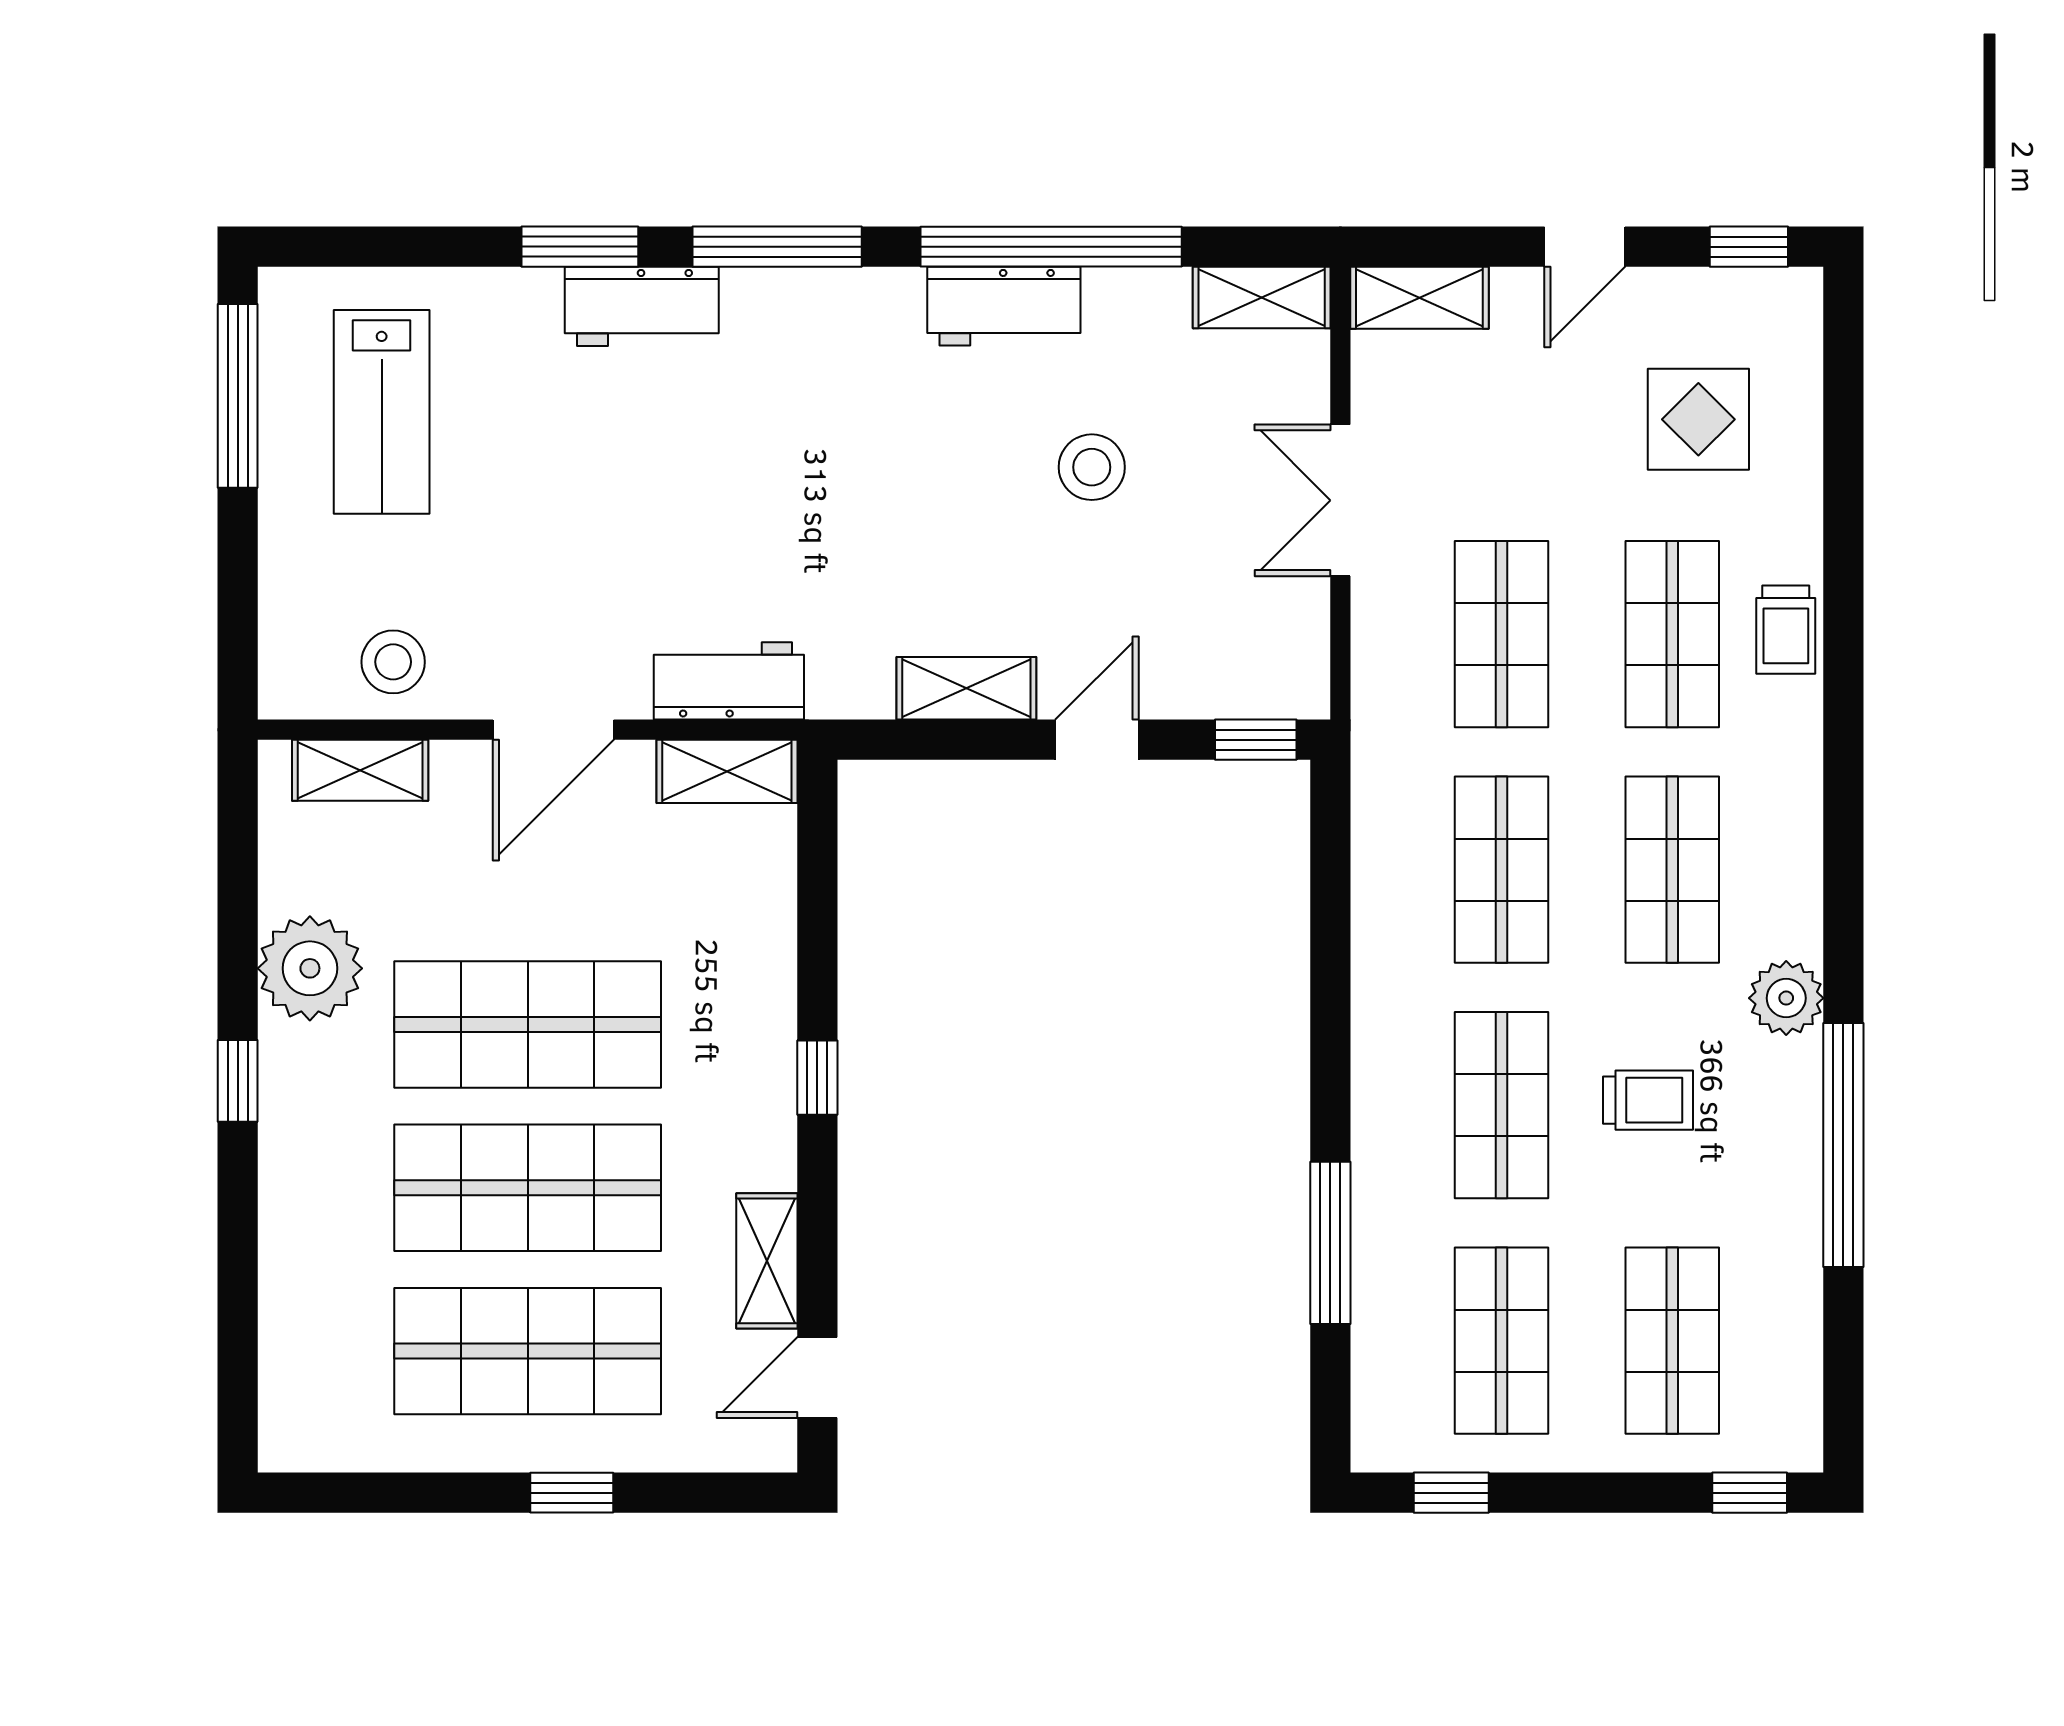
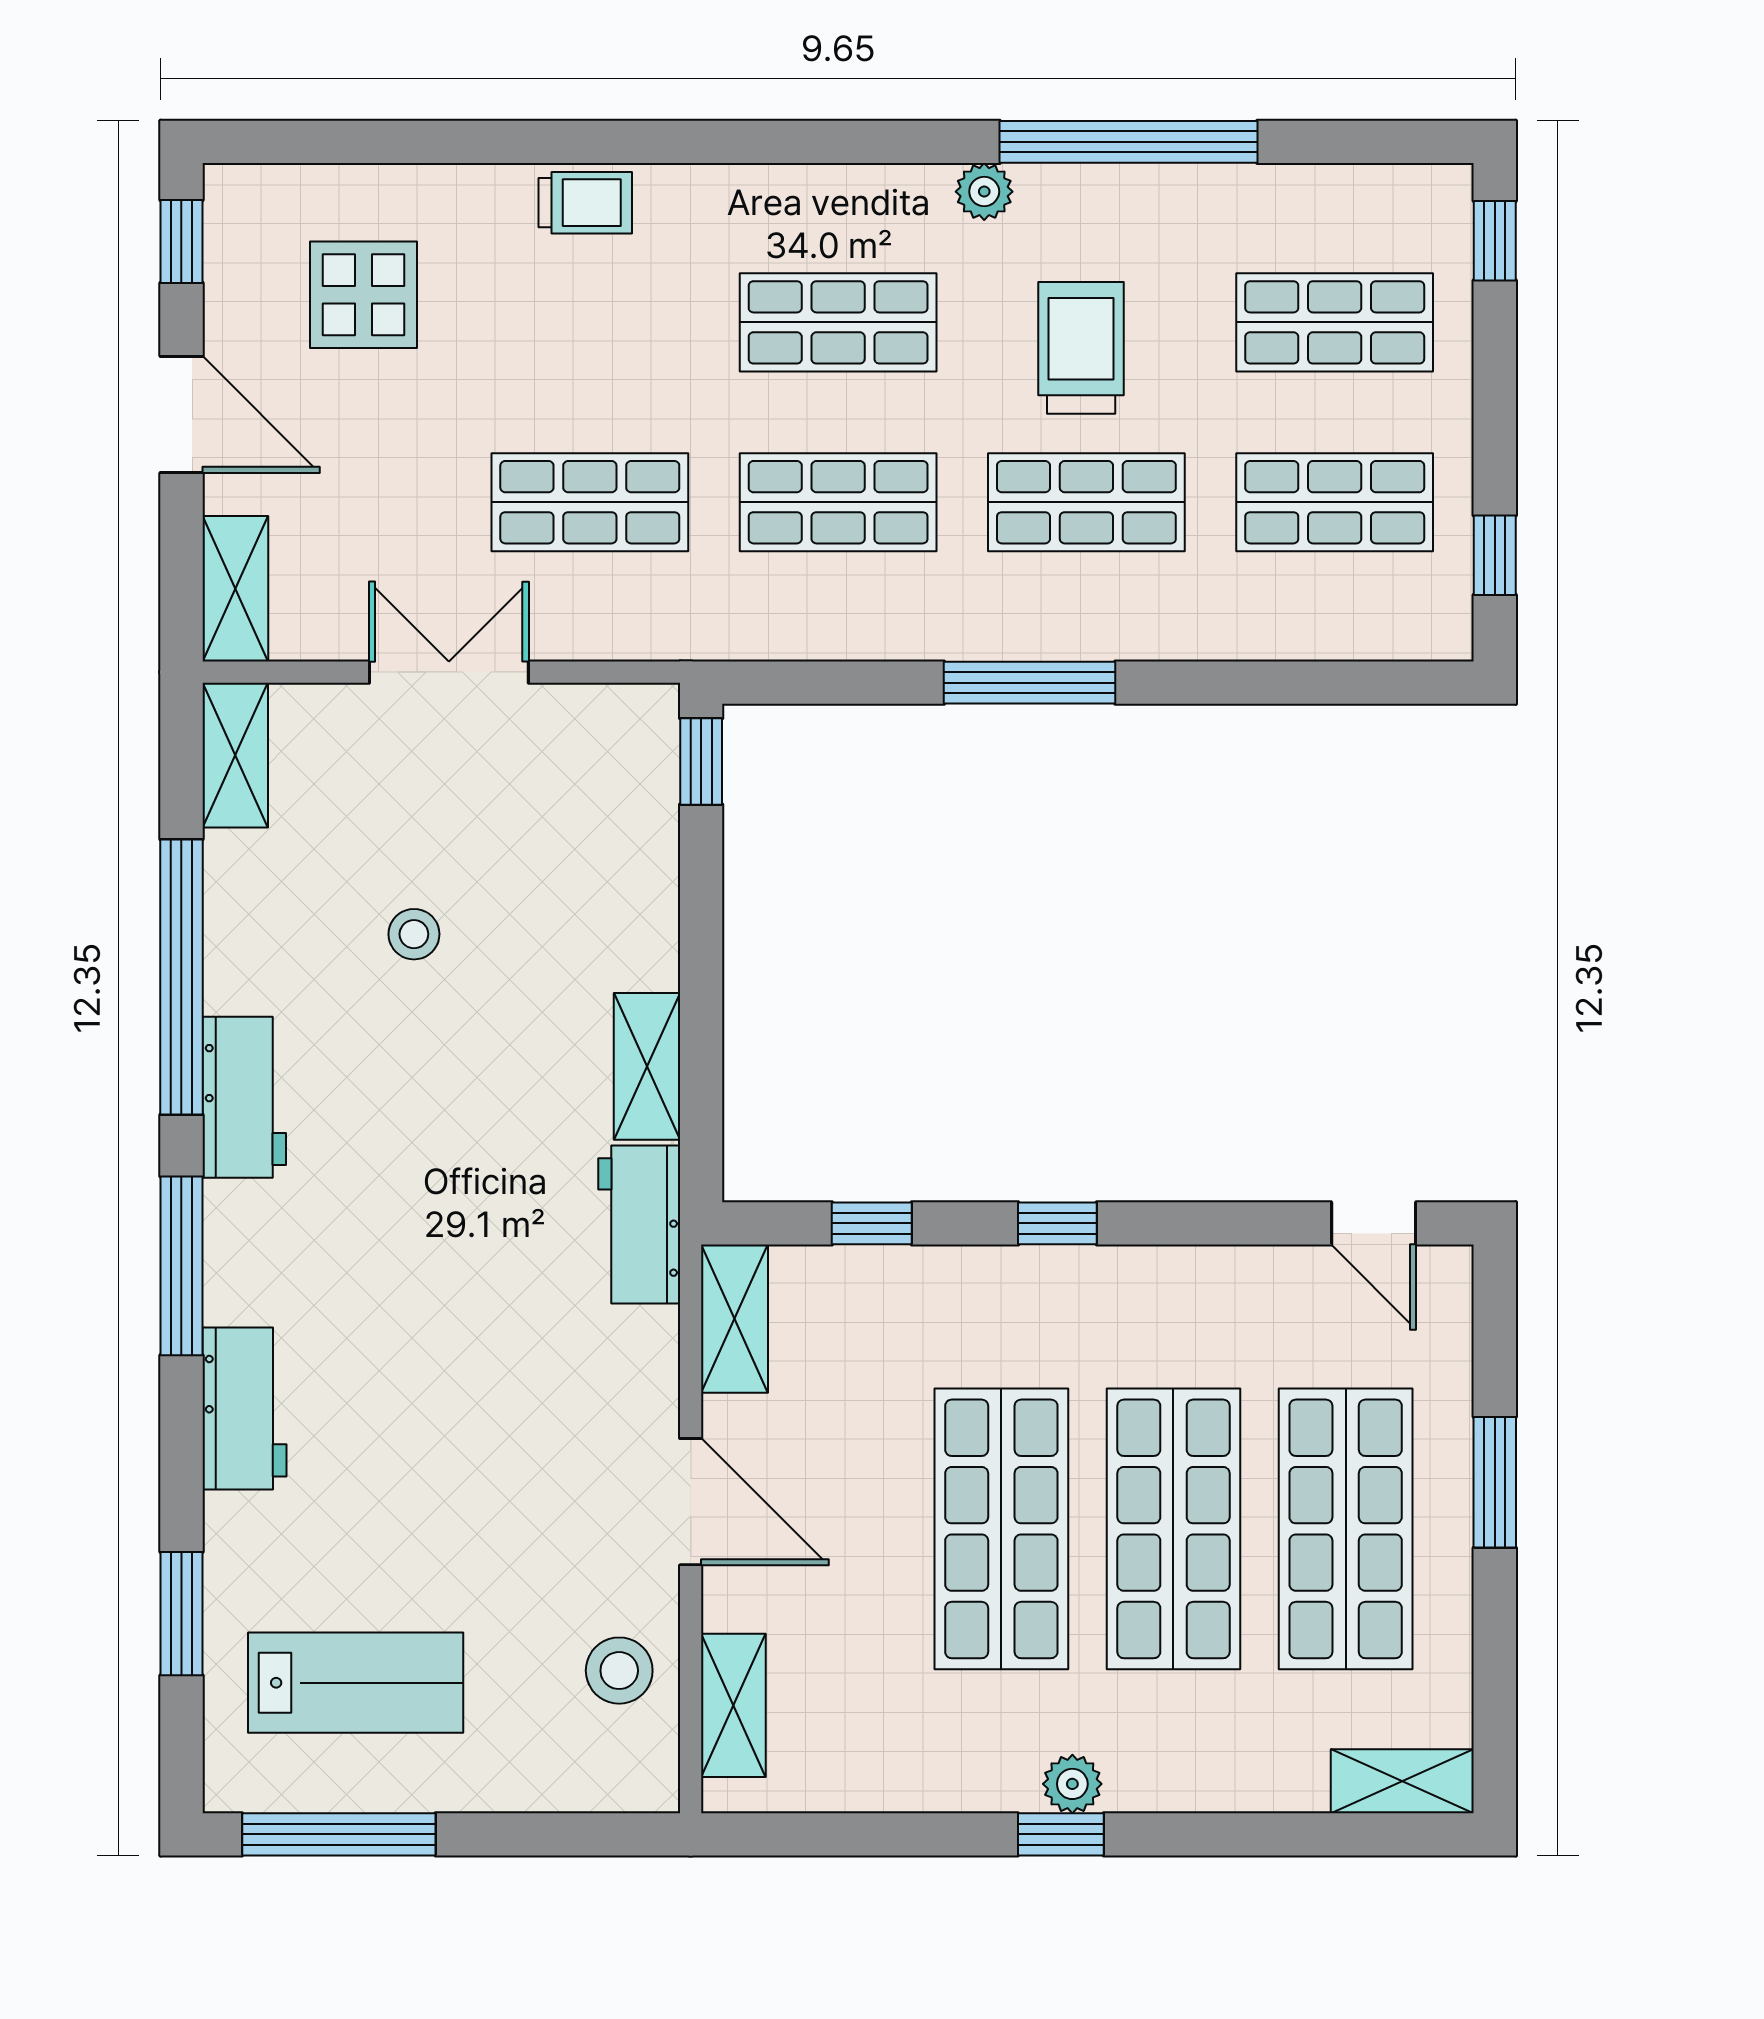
window: (580, 247) -> (181, 1614), moved
door: (1585, 247) -> (181, 414), width x1.38
workbench: (1004, 306) -> (244, 1097), moved
stool: (1092, 467) -> (414, 934), width x0.73, depth x0.73
double door: (1340, 500) -> (449, 672), swing flipped
shop shelf: (1672, 634) -> (590, 322), removed
workbench: (729, 681) -> (639, 1224), moved
door: (1097, 740) -> (701, 929), removed
window: (817, 902) -> (872, 1223), added
plant: (310, 968) -> (1072, 1784), moved, width x0.53, depth x0.53
plant: (1786, 998) -> (984, 192), width x0.73, depth x0.73
trolley: (1648, 1100) -> (1081, 348), width x1.36, depth x1.39
window: (1330, 1243) -> (1030, 683), moved
shelving: (767, 1261) -> (1402, 1781), moved
window: (572, 1493) -> (1495, 1482), width x1.50

